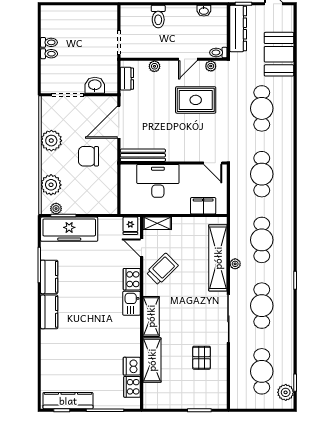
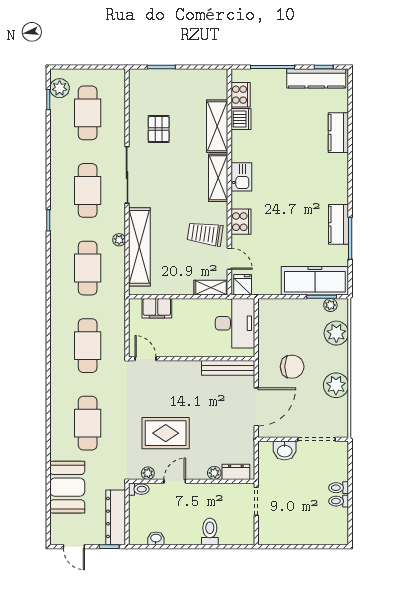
dresser: (127, 79) -> (236, 472), moved, turned 90
desk: (158, 181) -> (235, 323), moved, turned -90
trolley: (162, 269) -> (205, 234), turned 53
kitchen sink: (132, 303) -> (241, 177), moved
kitchen counter: (49, 312) -> (338, 133), moved

